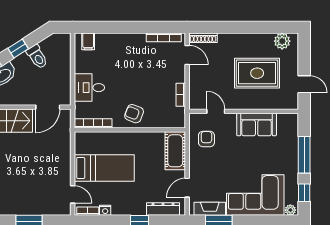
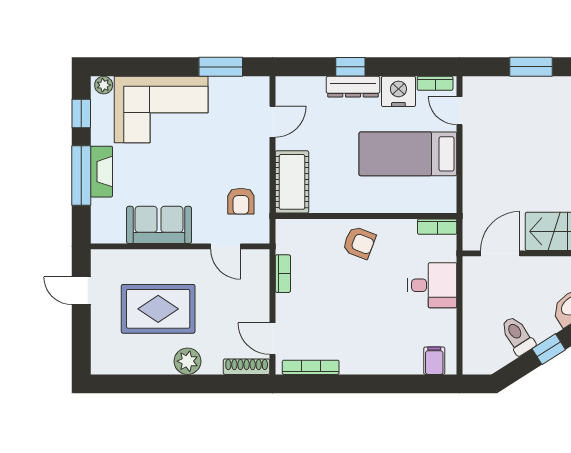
plant: (282, 41) -> (188, 361), moved
bookcase: (93, 123) -> (437, 227), width x0.64
dresser: (163, 209) -> (353, 87), moved
fireplace: (210, 209) -> (102, 172), moved, turned -90
nightstand: (105, 210) -> (398, 91), width x1.89, depth x1.79

